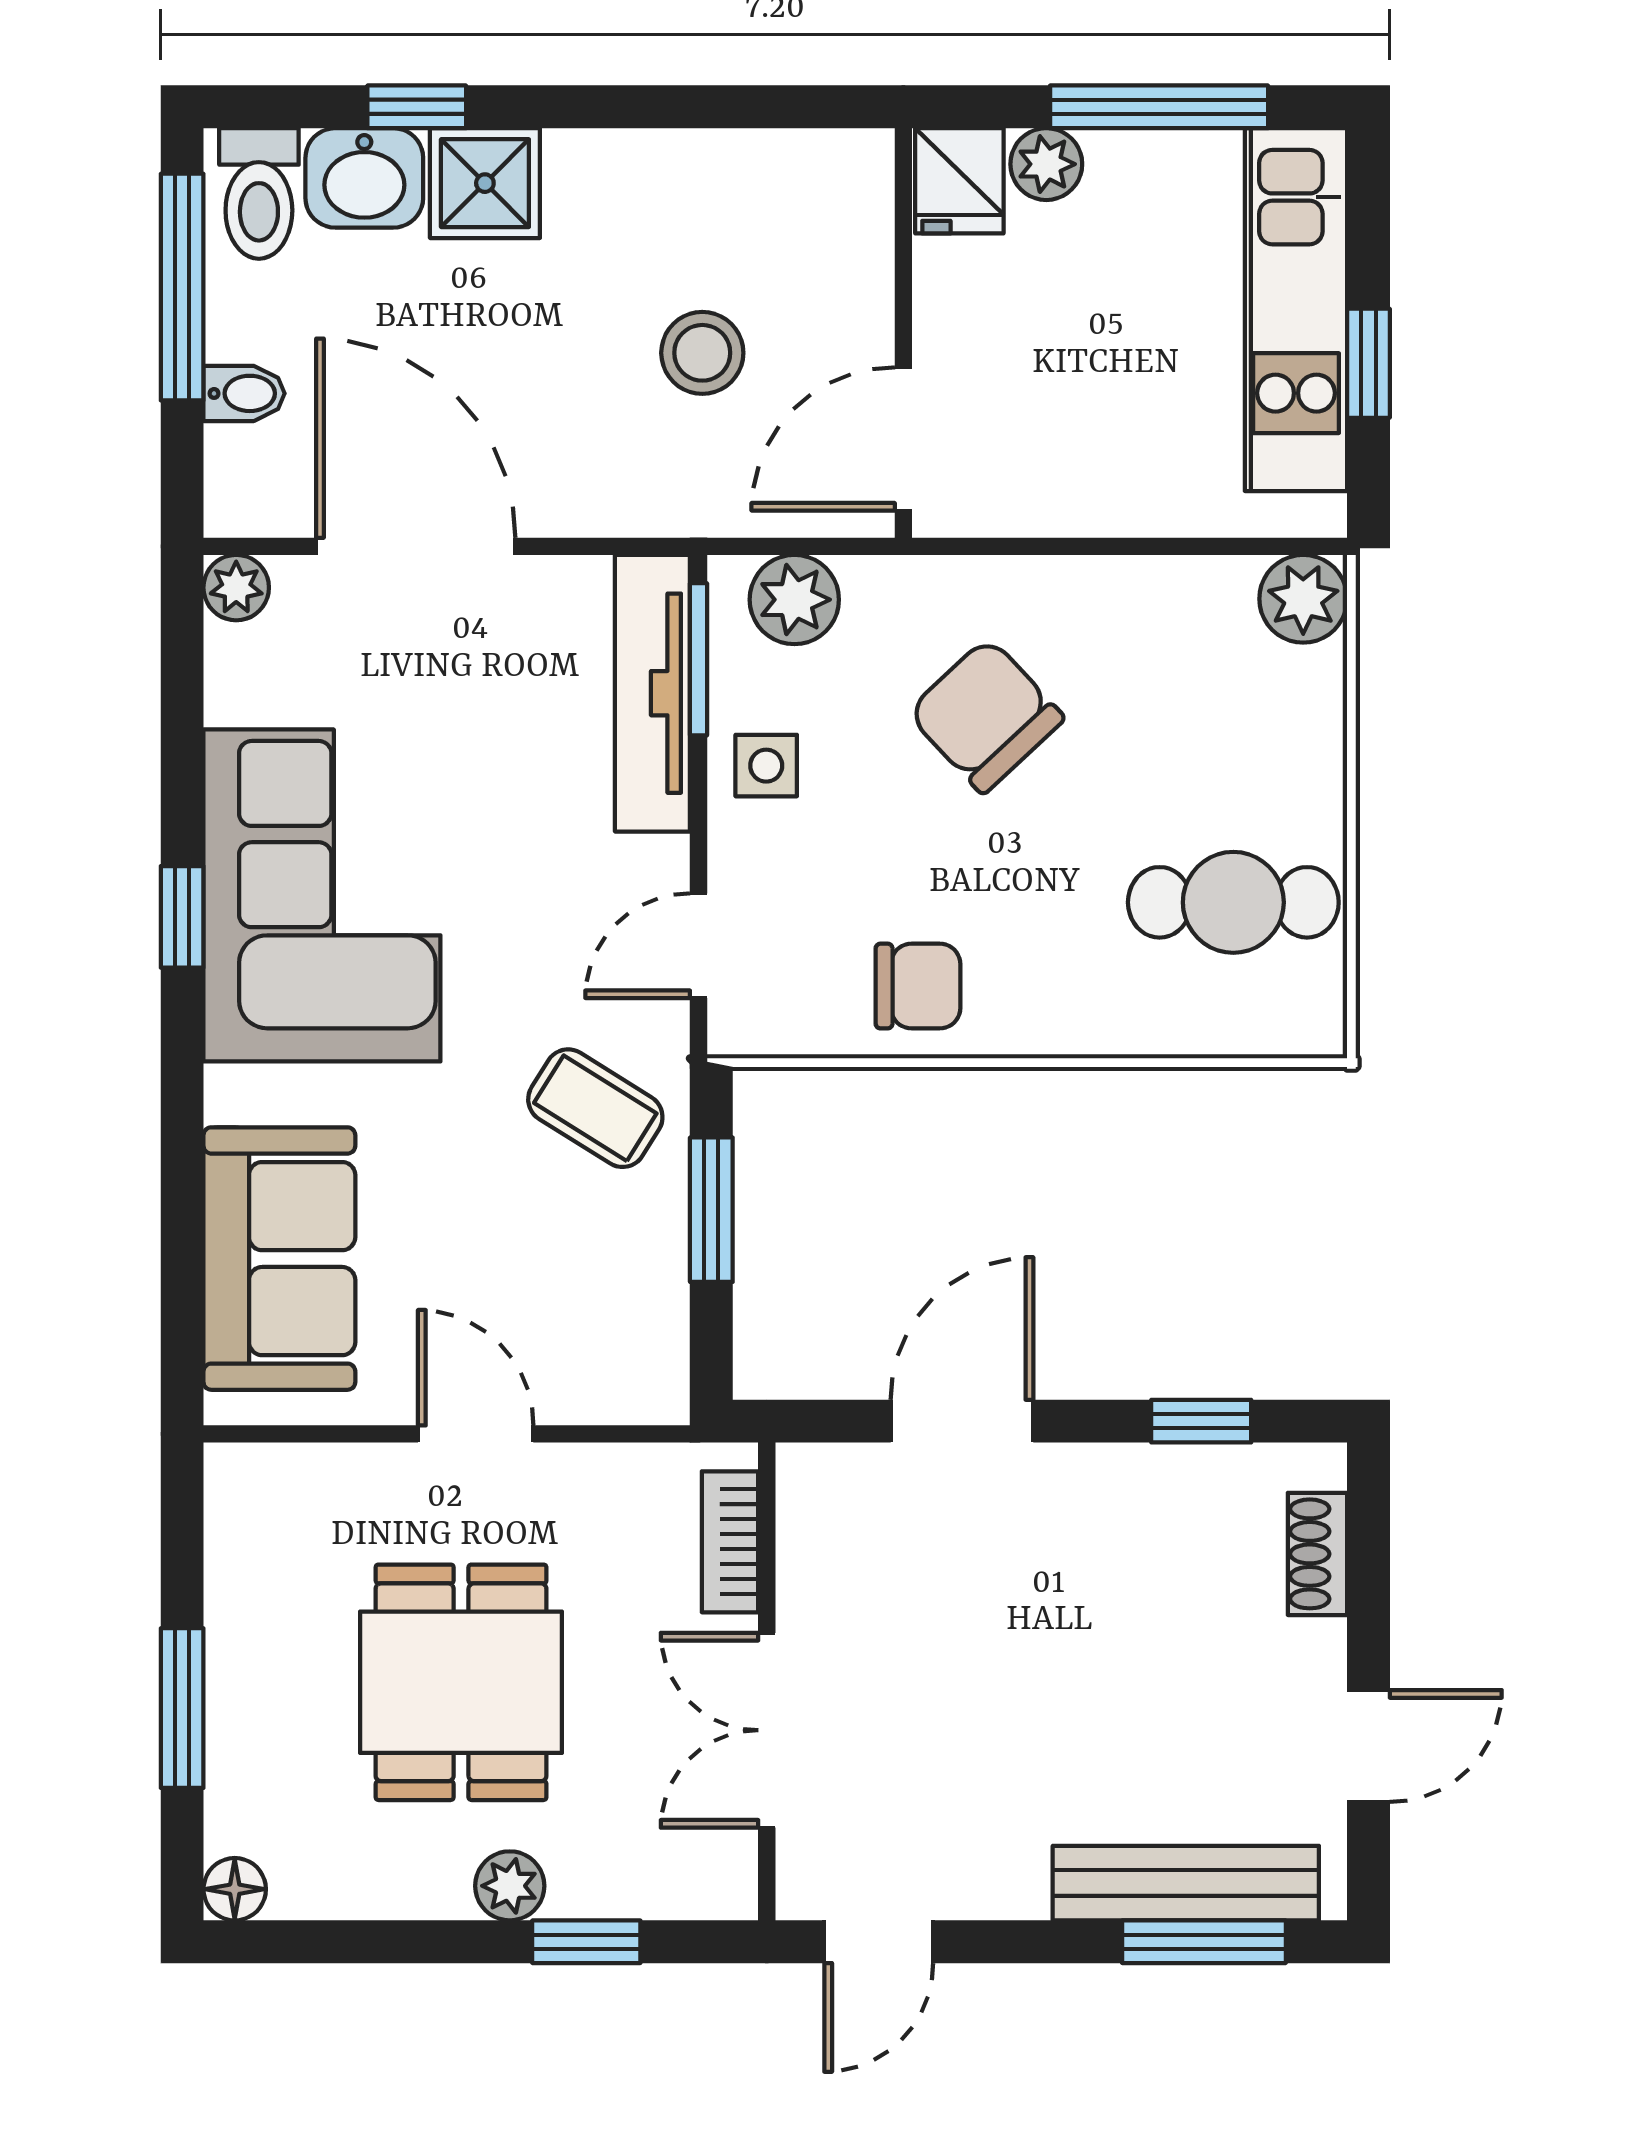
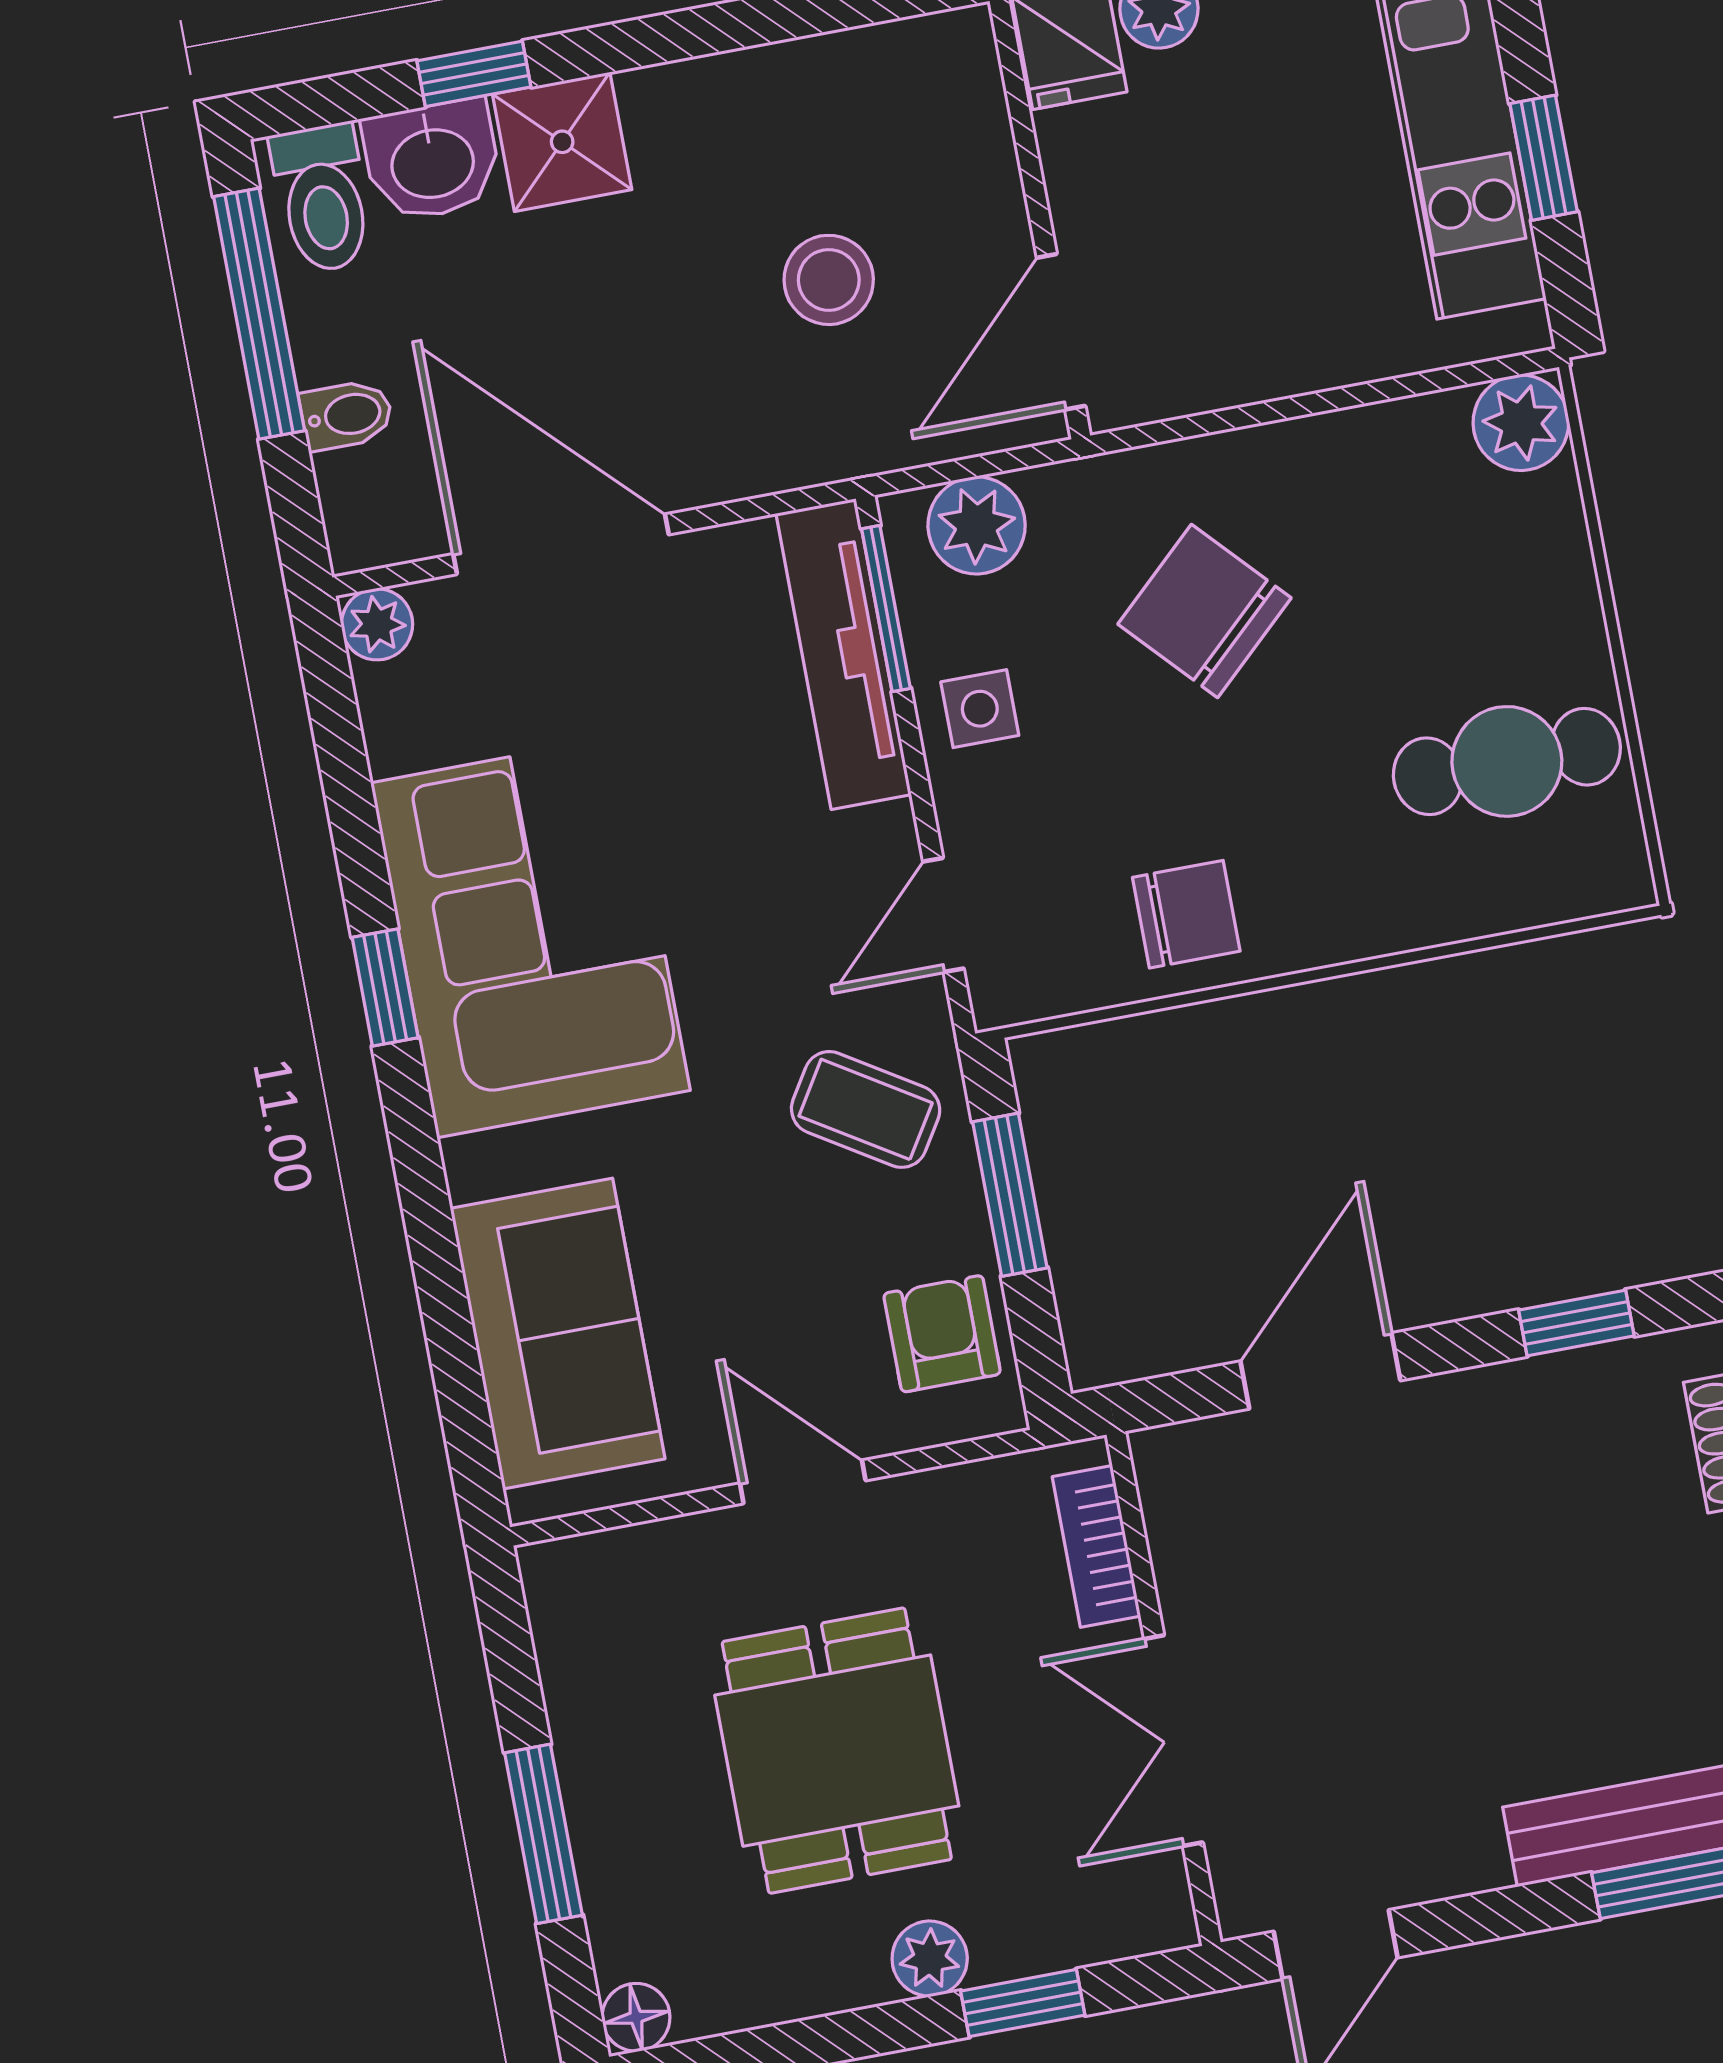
armchair: (627, 1324) -> (942, 1334), added

